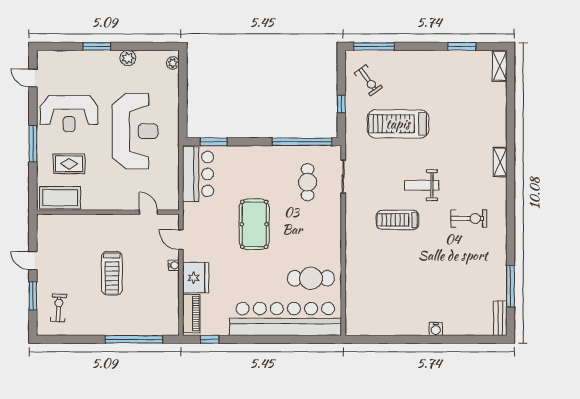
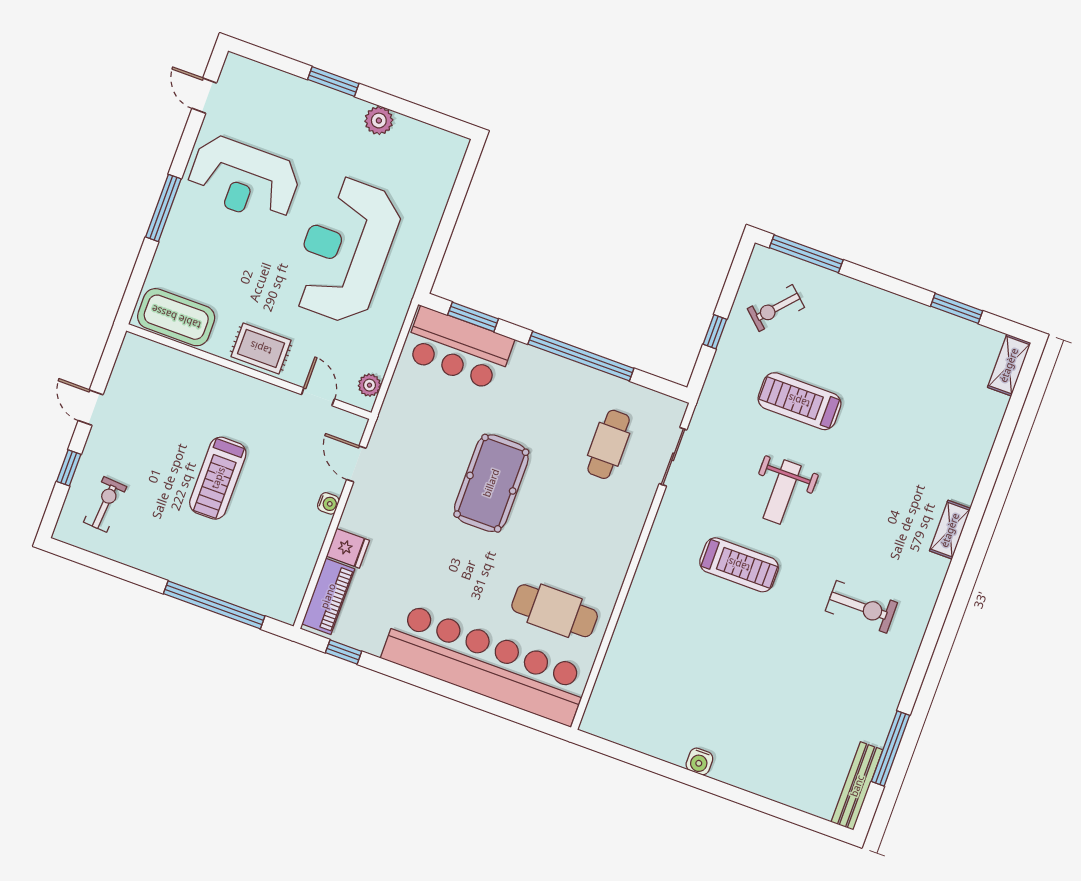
plant: (173, 63) -> (369, 385), moved
exercise bike: (368, 80) -> (776, 308), turned 78
treadmill: (398, 124) -> (799, 401), width x0.73, depth x0.73
reception desk: (135, 131) -> (345, 250), turned 180
window: (302, 142) -> (581, 356), moved
rug: (69, 164) -> (261, 348), moved
bar counter: (198, 174) -> (458, 349), moved, turned 90
weight bench: (422, 185) -> (782, 492), moved, turned -90
treadmill: (398, 220) -> (739, 565), turned 180
fridge: (196, 278) -> (348, 548), width x0.53, depth x0.75
window: (33, 296) -> (69, 468), width x0.67
bench: (500, 318) -> (857, 786), width x1.36
water cooler: (436, 329) -> (699, 761), moved

